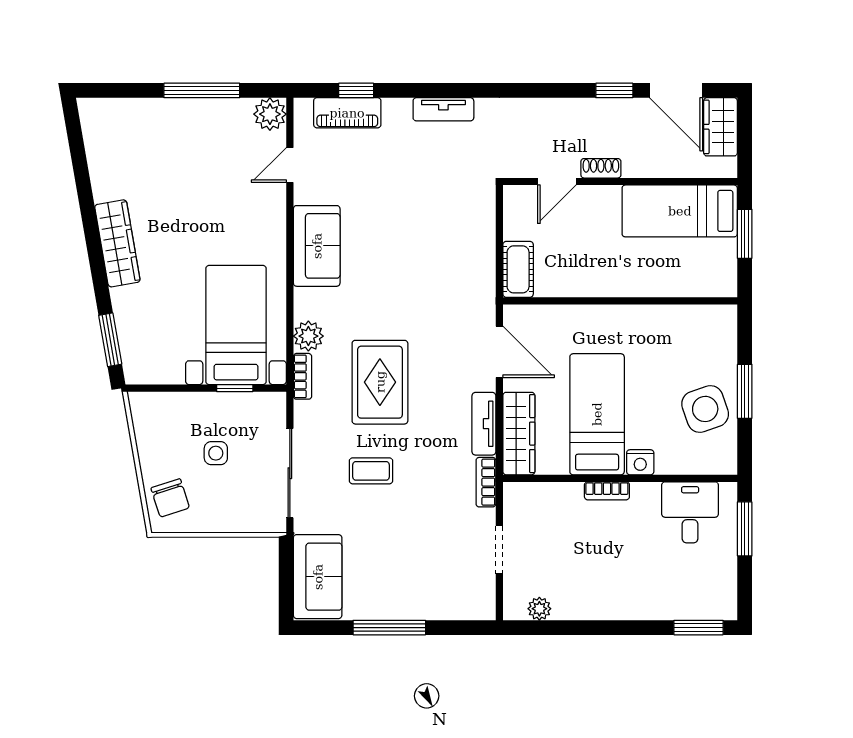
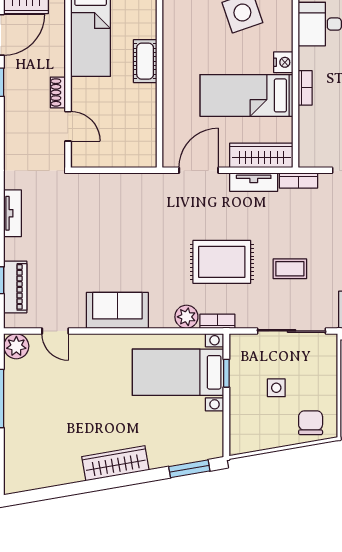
cot: (518, 269) -> (145, 61), moved, turned 90
coffee table: (371, 471) -> (290, 269), turned 90
chair: (170, 498) -> (311, 423), turned -72

